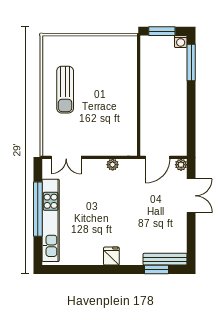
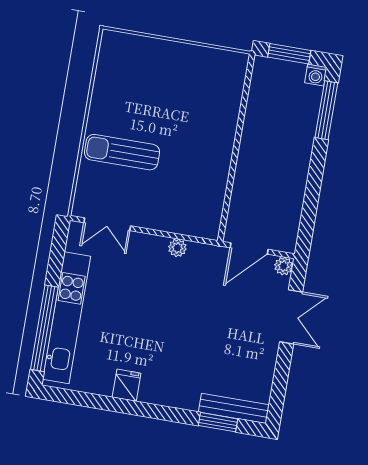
sun lounger: (65, 90) -> (122, 152), moved, turned 90
window: (38, 209) -> (44, 328), moved
fridge: (111, 256) -> (127, 385), moved

